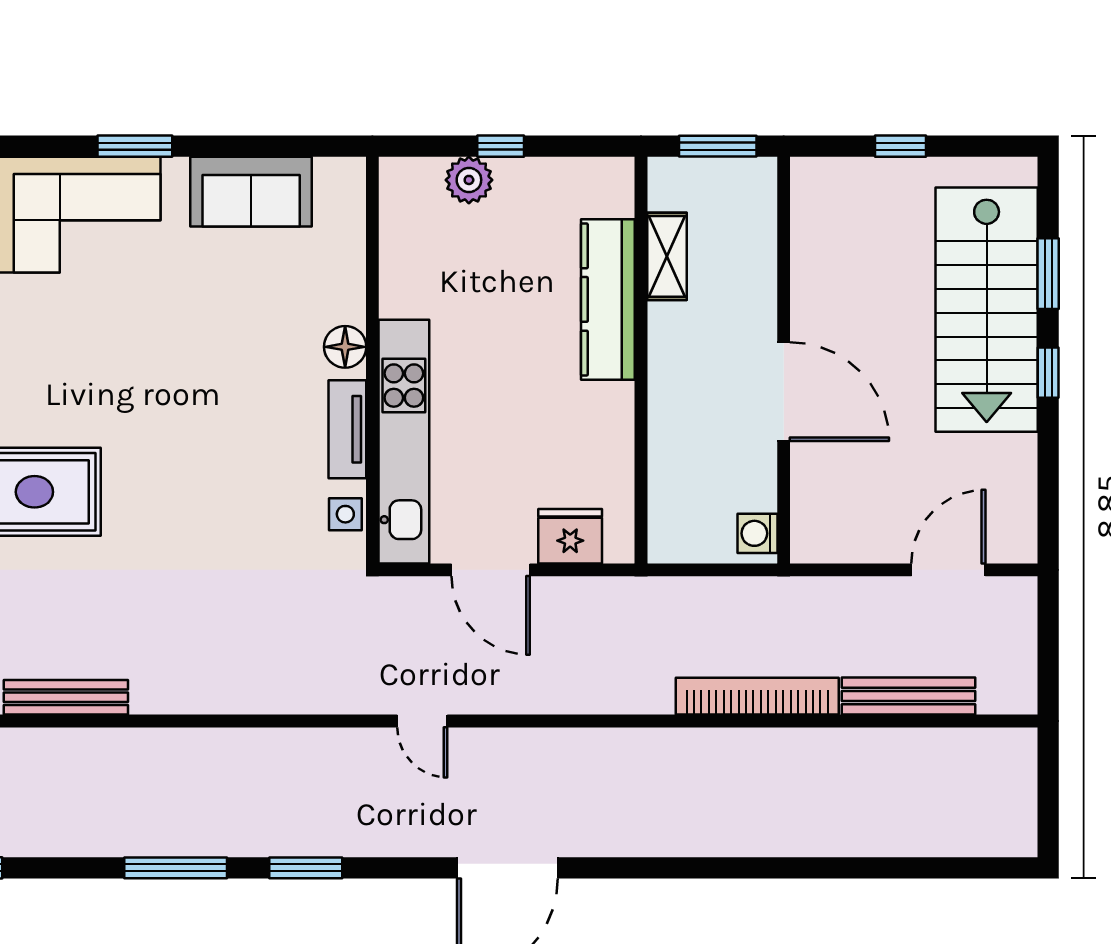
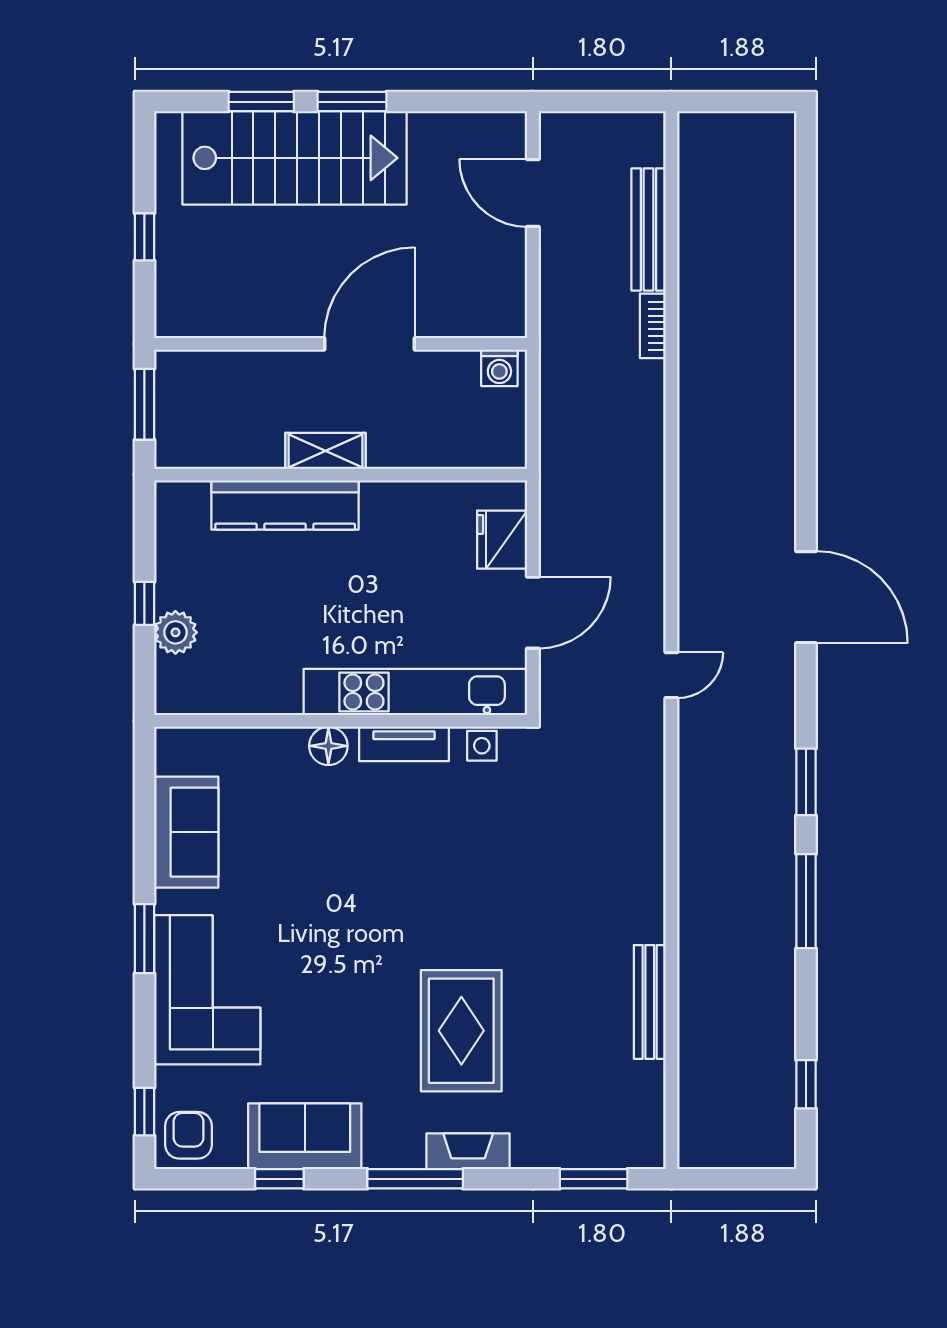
shelving: (667, 256) -> (325, 451), moved
window: (1048, 373) -> (352, 102), width x1.50
bookcase: (757, 696) -> (653, 326), width x0.43, depth x0.76

